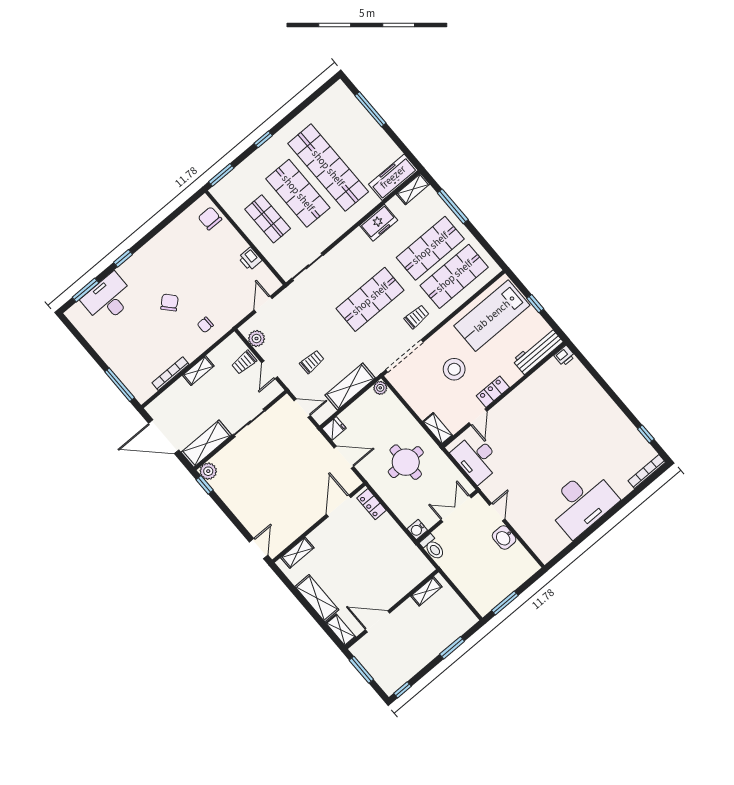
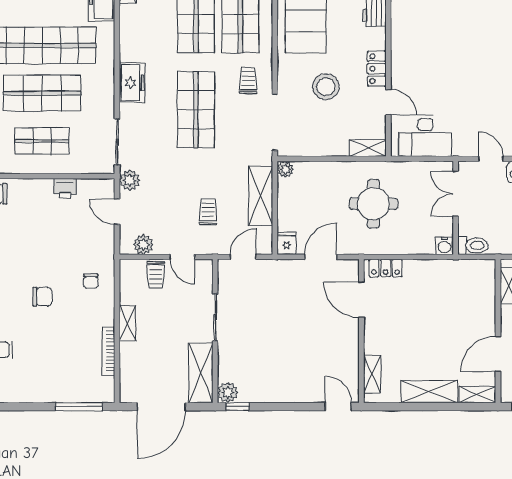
freezer: (379, 223) -> (132, 83), moved
plant: (290, 295) -> (130, 180), added
chair: (169, 303) -> (42, 297), turned 132

